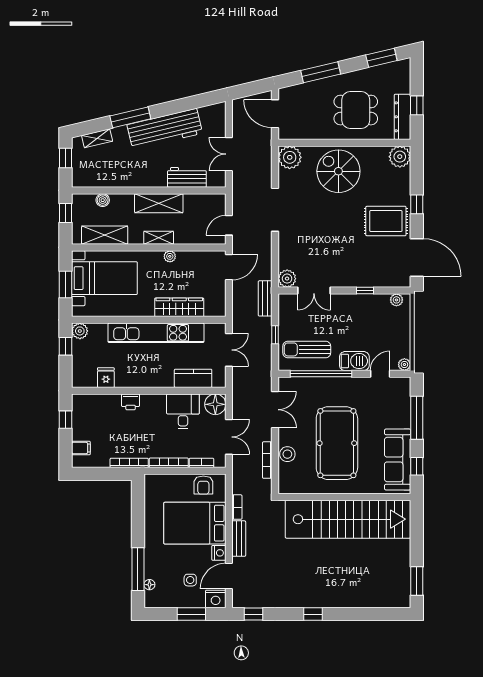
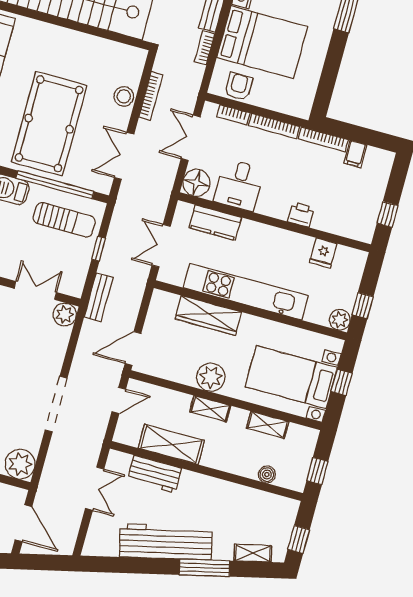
shelving: (159, 203) -> (171, 444), moved
shelving: (105, 235) -> (268, 425), width x0.67, depth x0.75
plant: (170, 256) -> (211, 377), width x1.88, depth x1.88
window: (66, 284) -> (342, 382), width x0.67
pool table: (337, 443) -> (49, 124), moved
filing cabinet: (81, 448) -> (355, 154), moved, turned -90

